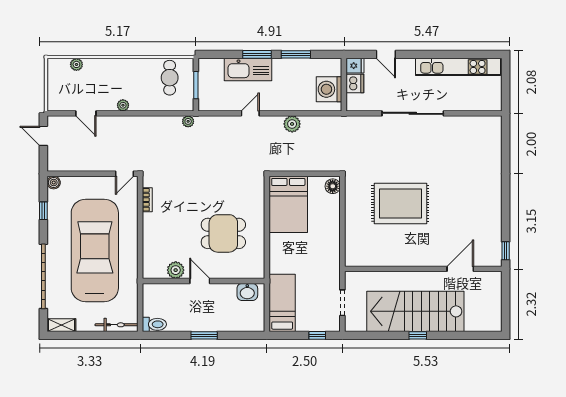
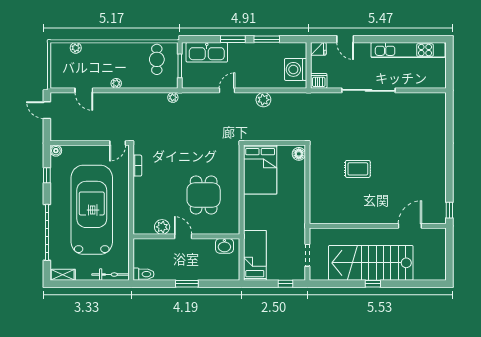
kitchen sink: (248, 70) -> (207, 52), moved
dishwasher: (355, 84) -> (319, 81), moved, turned -90
rug: (400, 203) -> (358, 169), width x0.54, depth x0.49
dining table: (223, 233) -> (204, 195), turned 90

